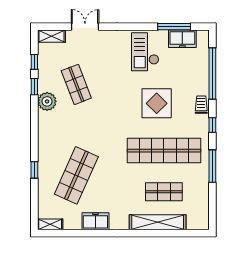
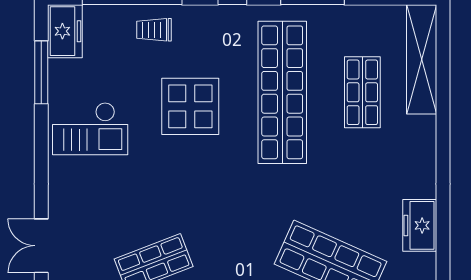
freezer: (182, 39) -> (65, 31), moved
trolley: (201, 105) -> (154, 30), moved
shelving: (158, 222) -> (422, 59), moved

